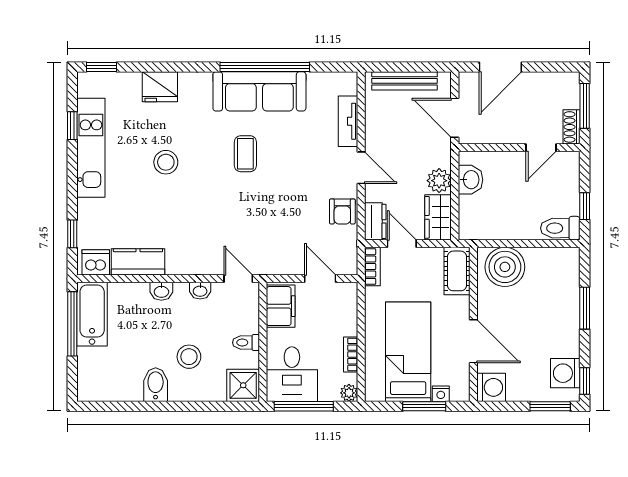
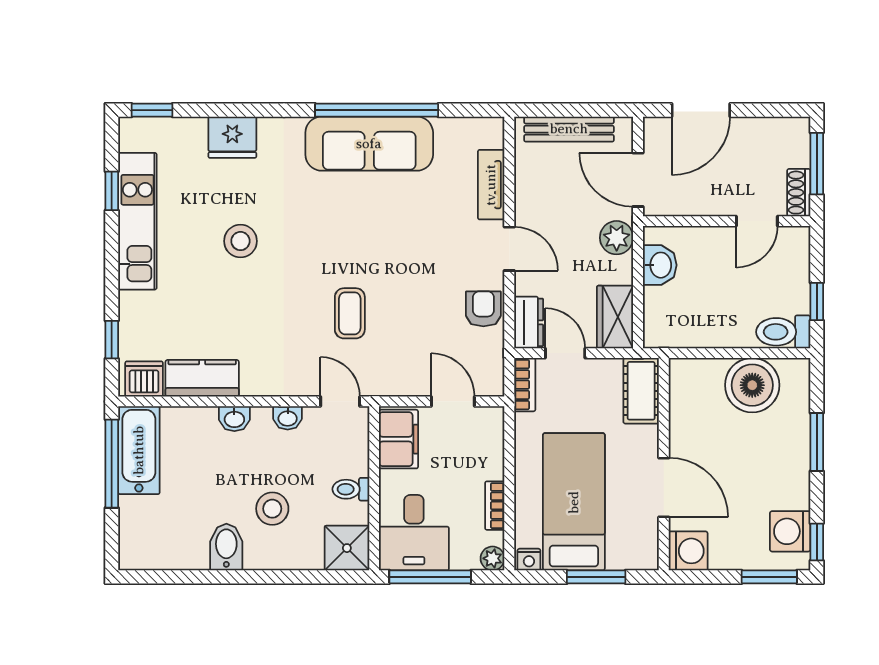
coffee table: (245, 154) -> (350, 313), moved
plant: (439, 181) -> (617, 238), moved
armchair: (342, 211) -> (483, 309), turned 180
boiler: (505, 267) -> (752, 385), moved
nightstand: (441, 394) -> (529, 560), moved

